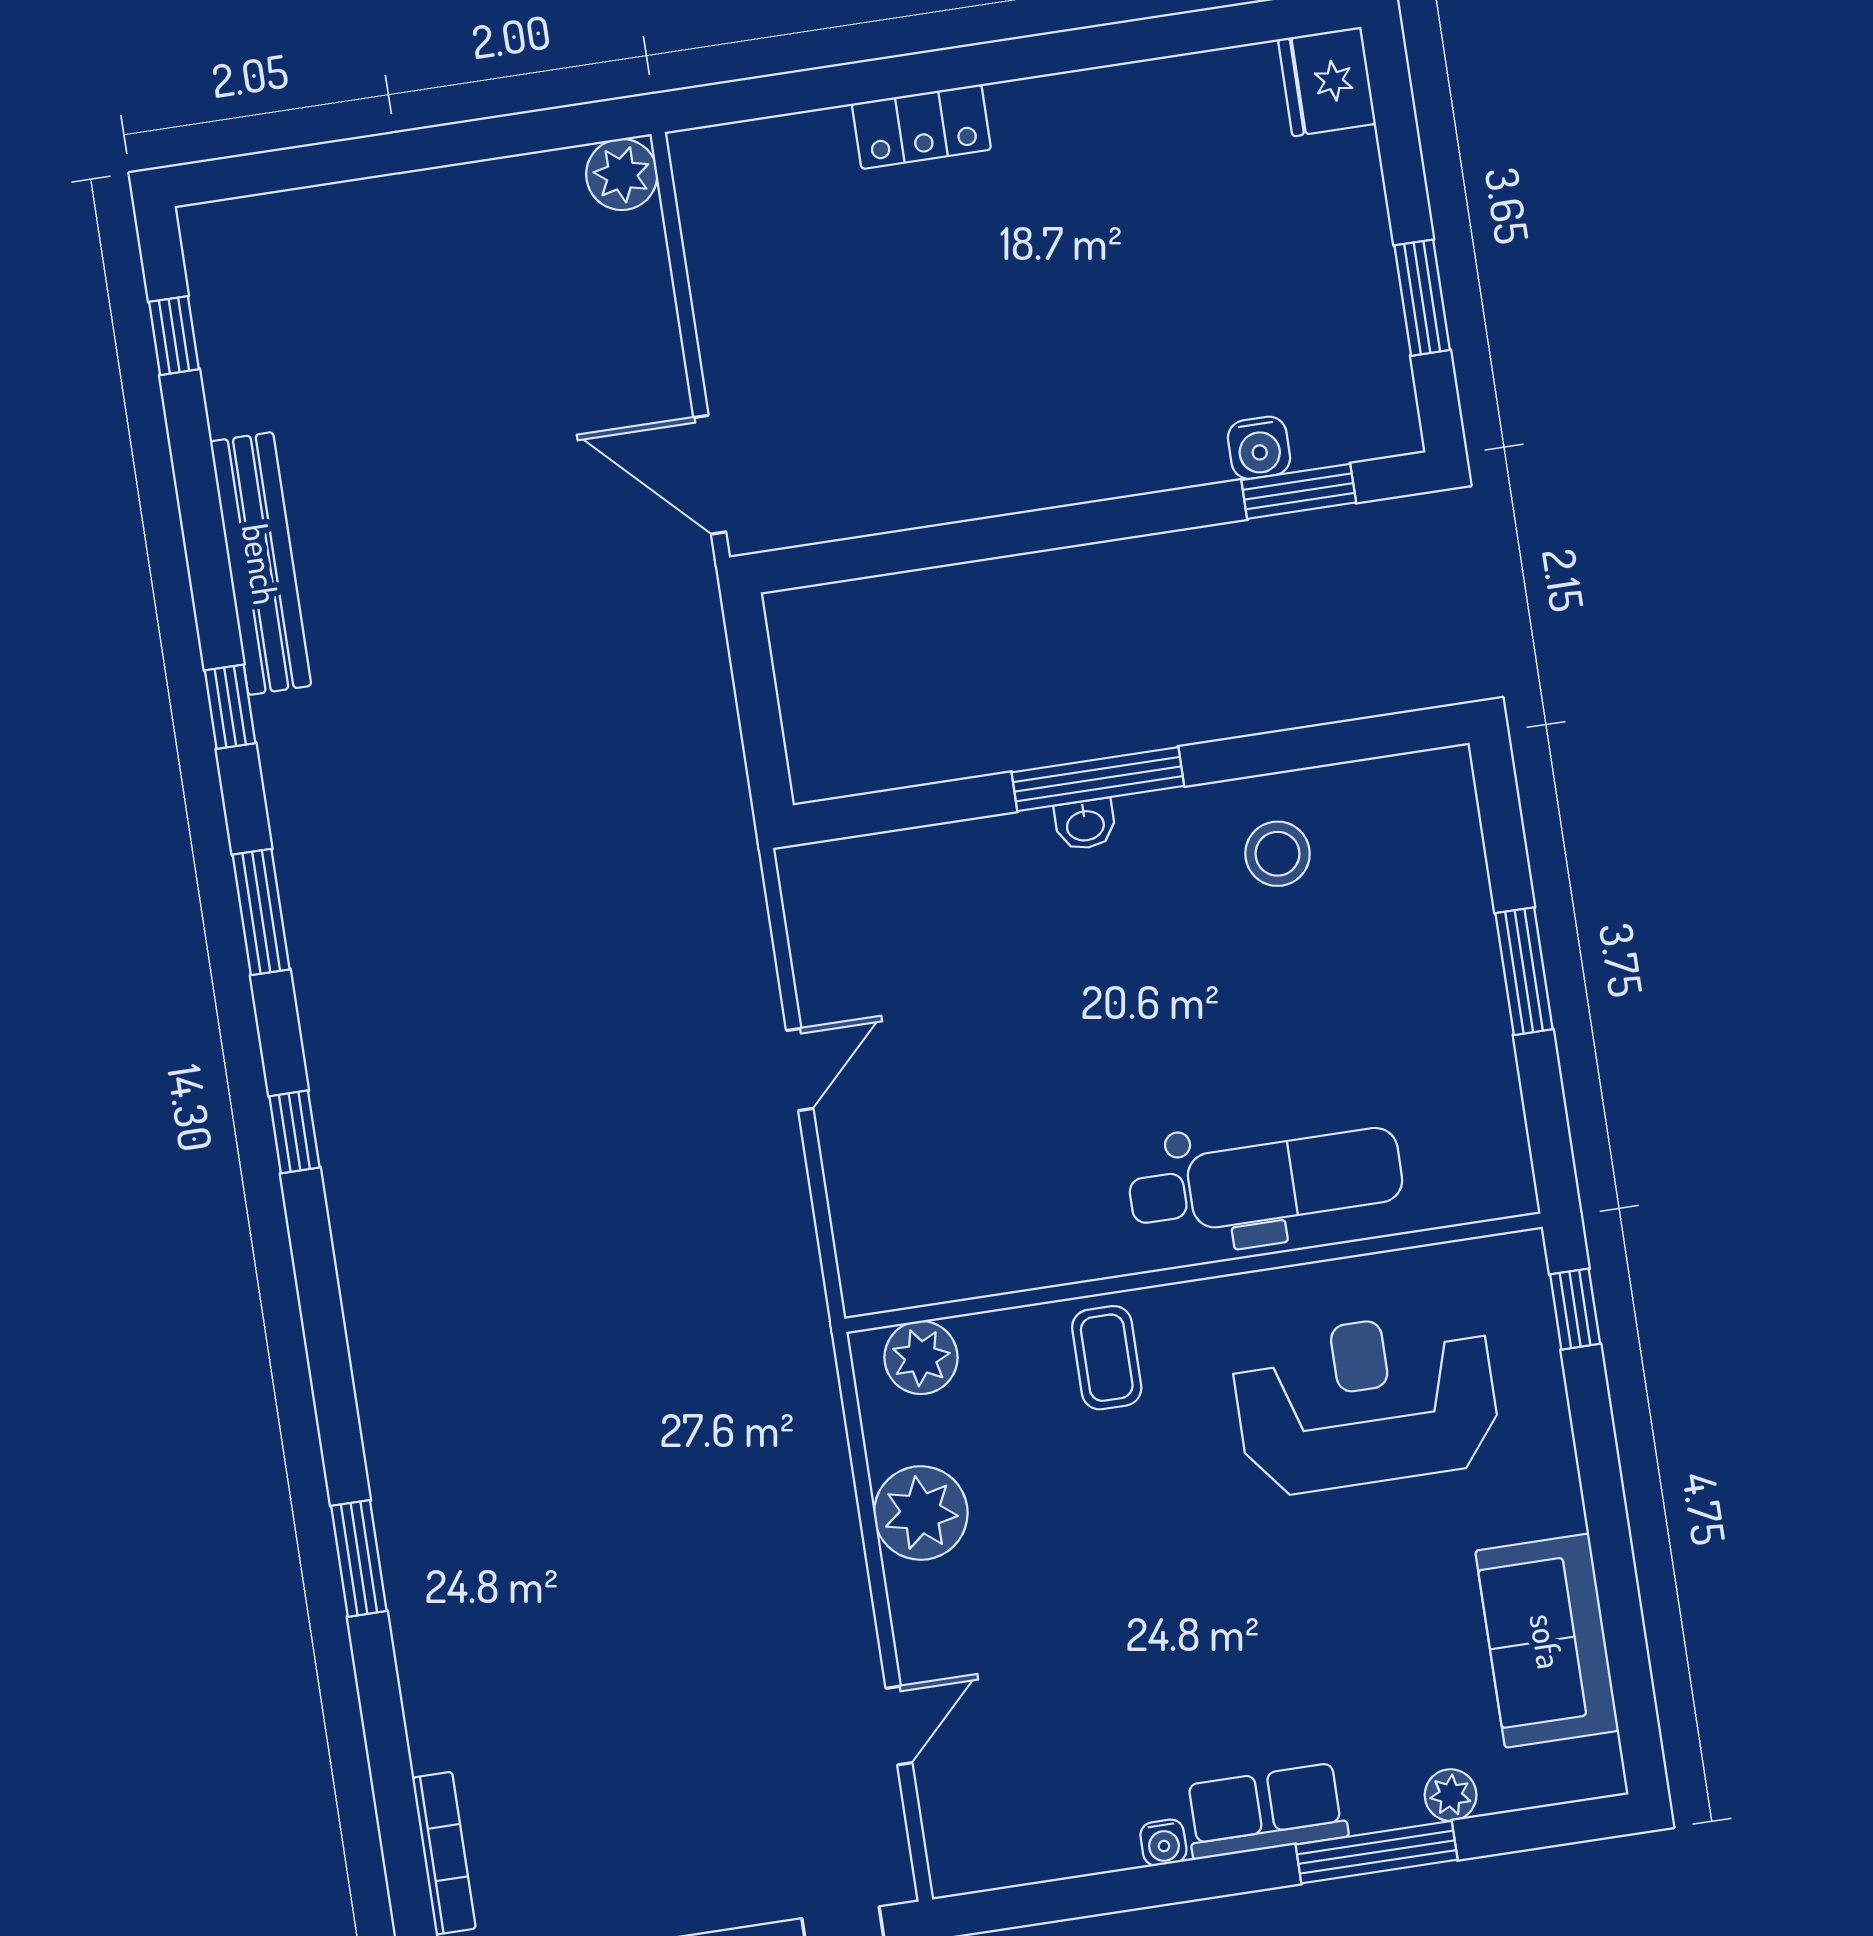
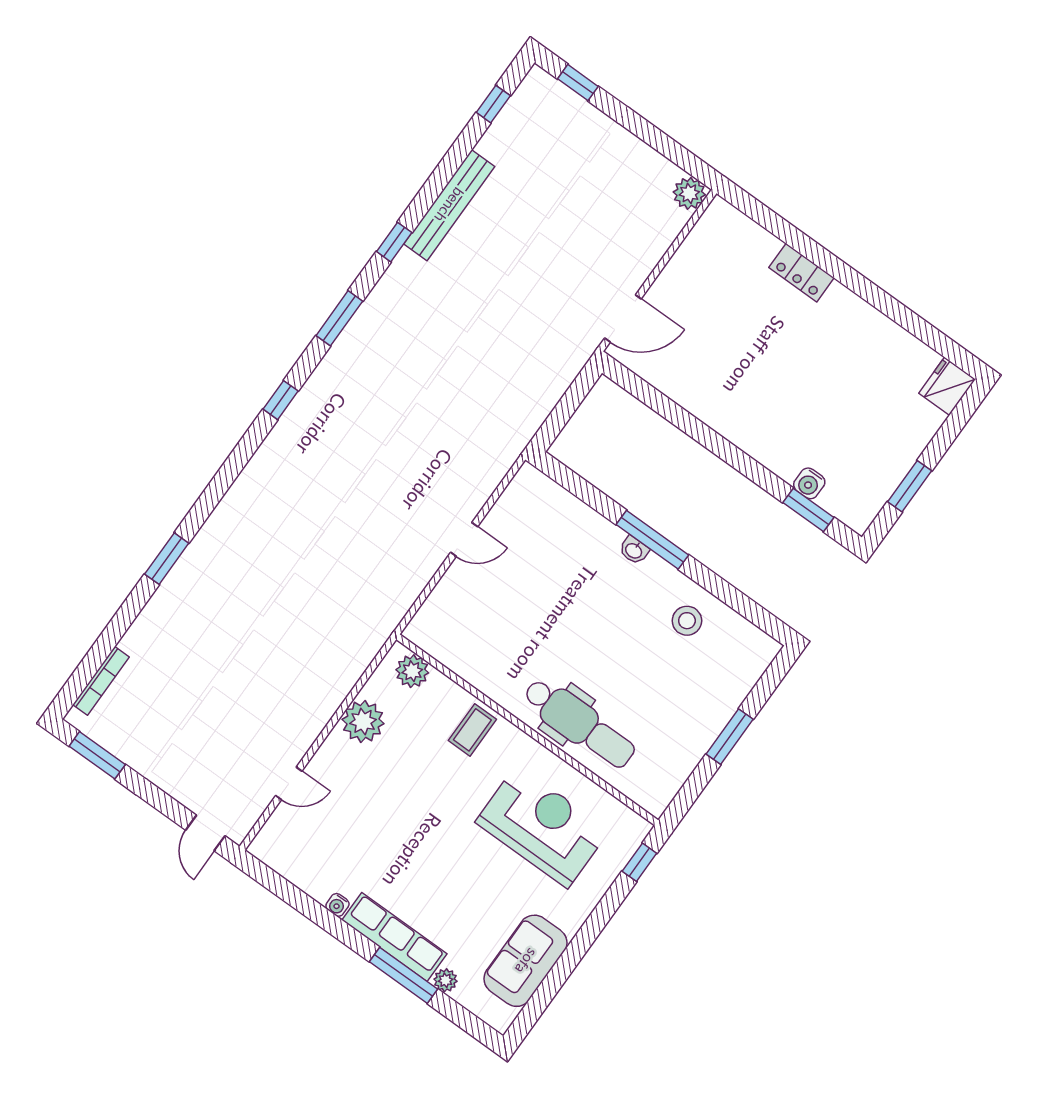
window: (275, 171) -> (578, 83), added
door: (710, 475) -> (623, 318), swing flipped
row of seats: (1266, 1811) -> (394, 937), width x1.48

